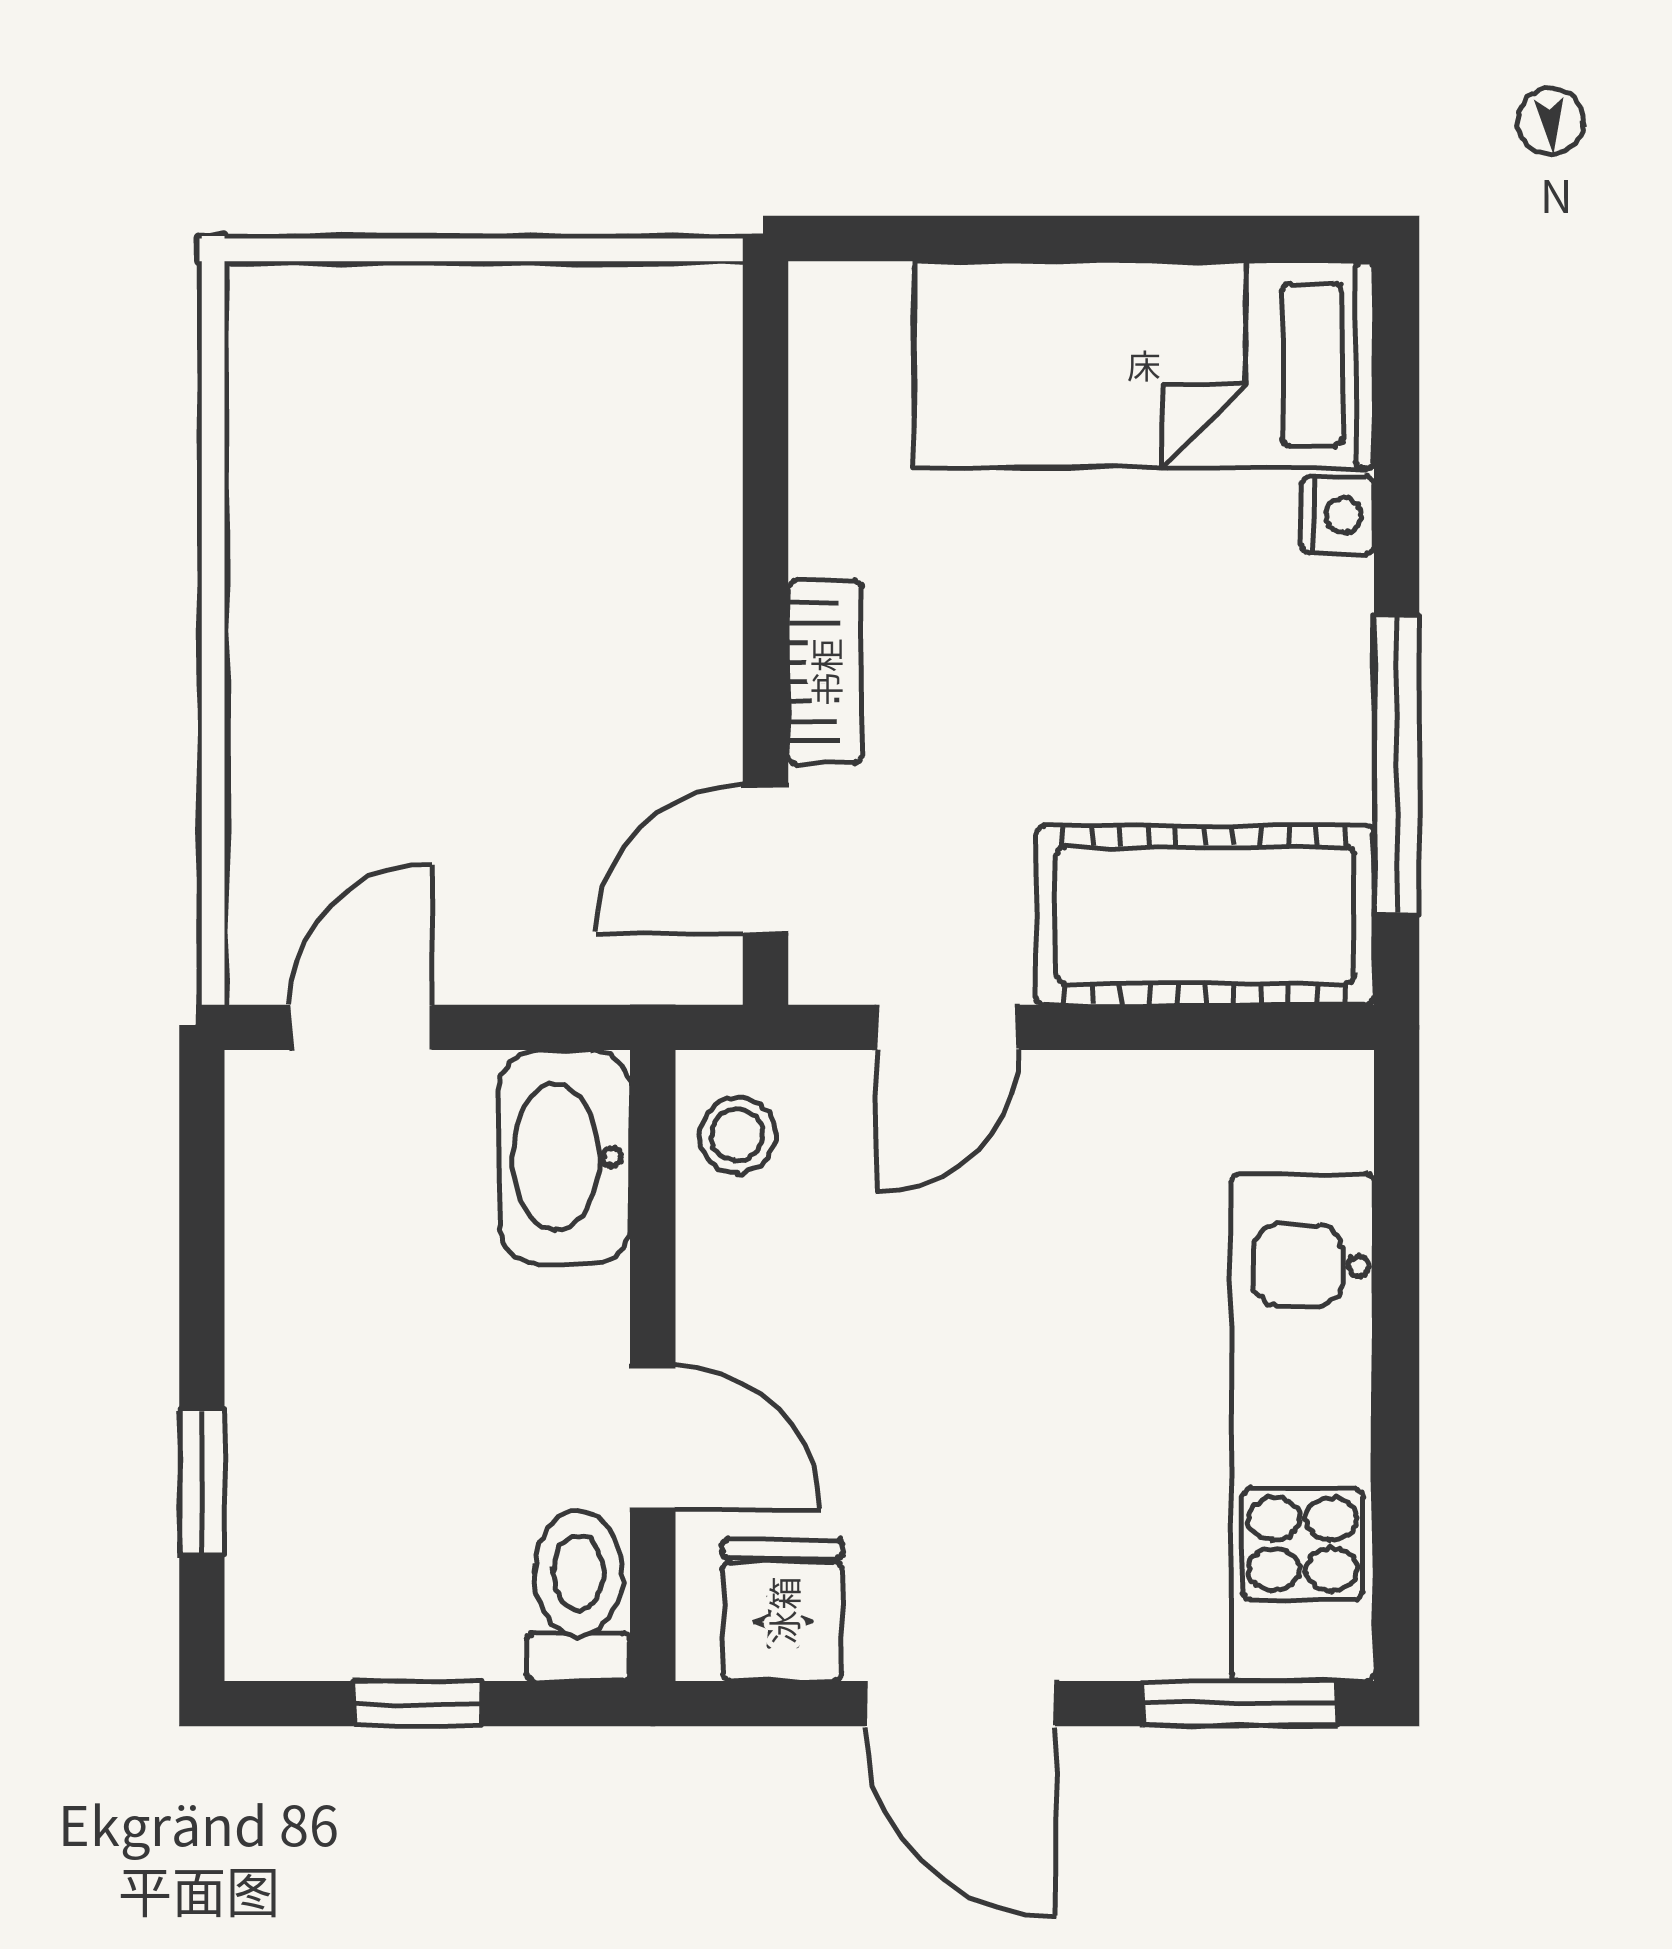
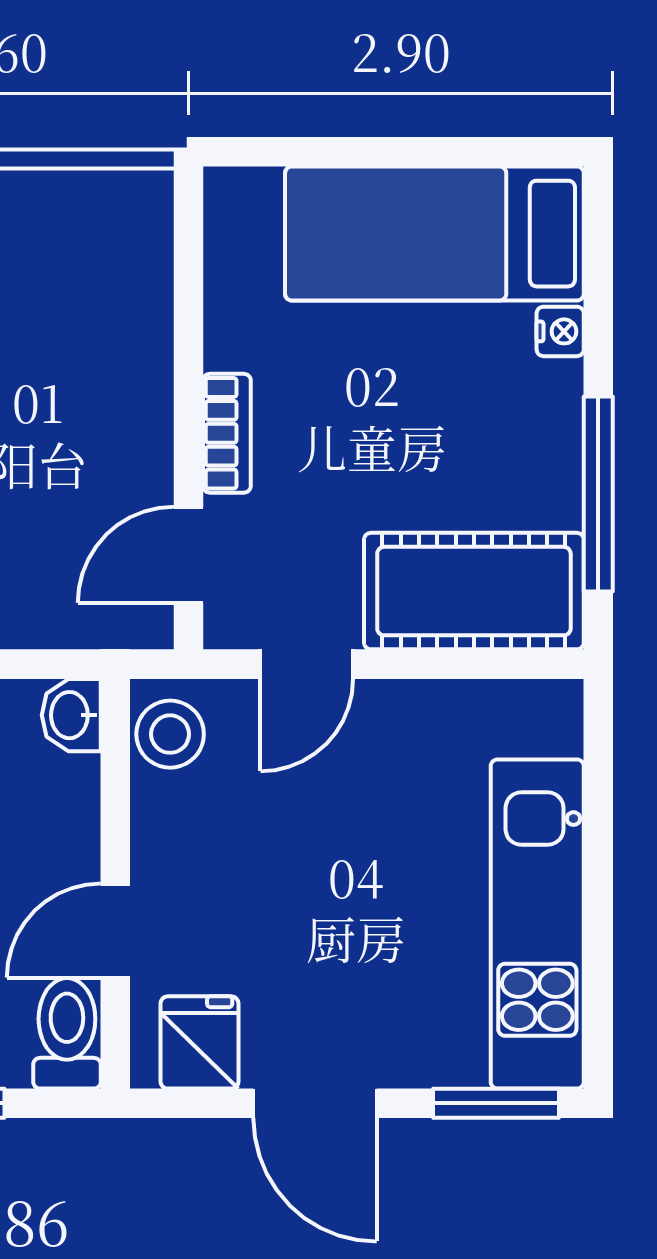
stool: (737, 1135) -> (170, 734), width x1.37, depth x1.37
washbasin: (565, 1157) -> (71, 715), width x0.52, depth x0.69
door: (653, 1438) -> (115, 931), swing flipped

